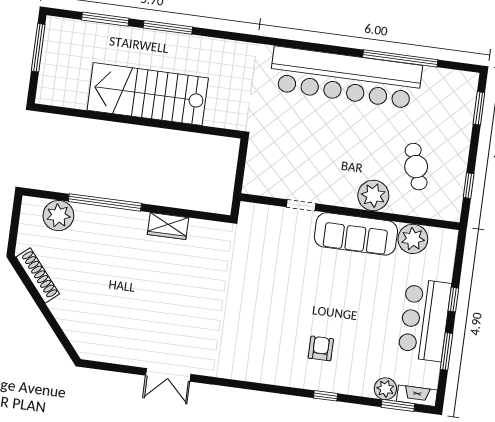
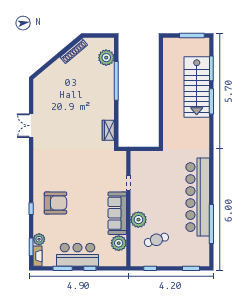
stairs: (148, 94) -> (197, 87), moved, turned 180
wardrobe: (168, 226) -> (108, 130), moved
armchair: (321, 348) -> (55, 203), width x1.88, depth x1.88

